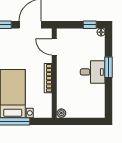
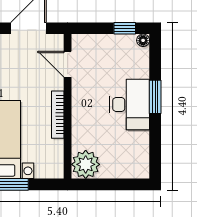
desk: (93, 72) -> (130, 105), width x1.37
plant: (61, 113) -> (86, 164), width x1.88, depth x1.88

